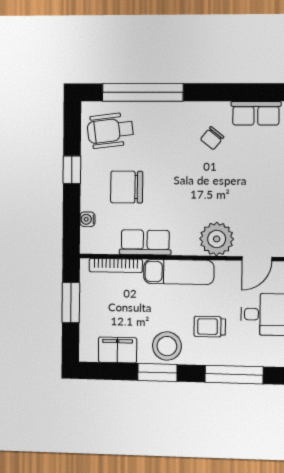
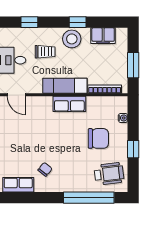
plant: (217, 239) -> (41, 107), removed
row of seats: (145, 242) -> (69, 104), moved
door: (257, 259) -> (16, 95), swing flipped
window: (157, 372) -> (78, 22), width x0.67
window: (234, 374) -> (29, 22), width x0.46

